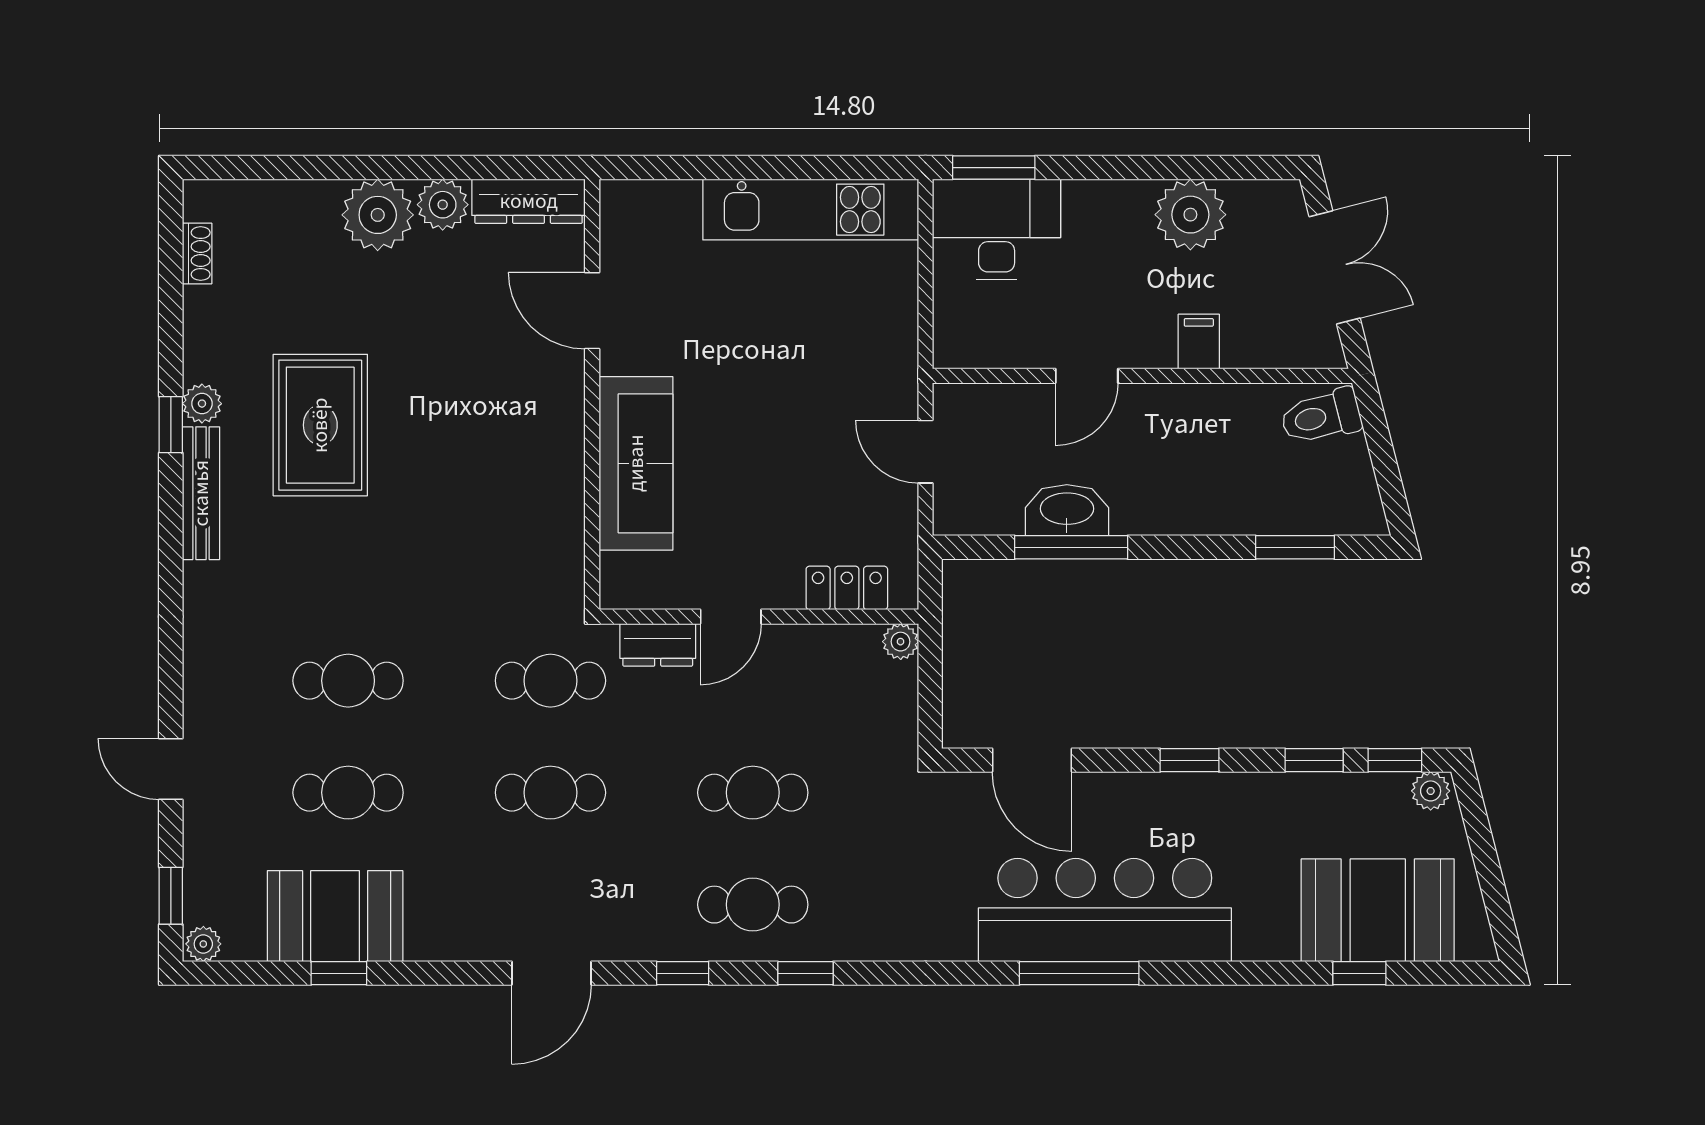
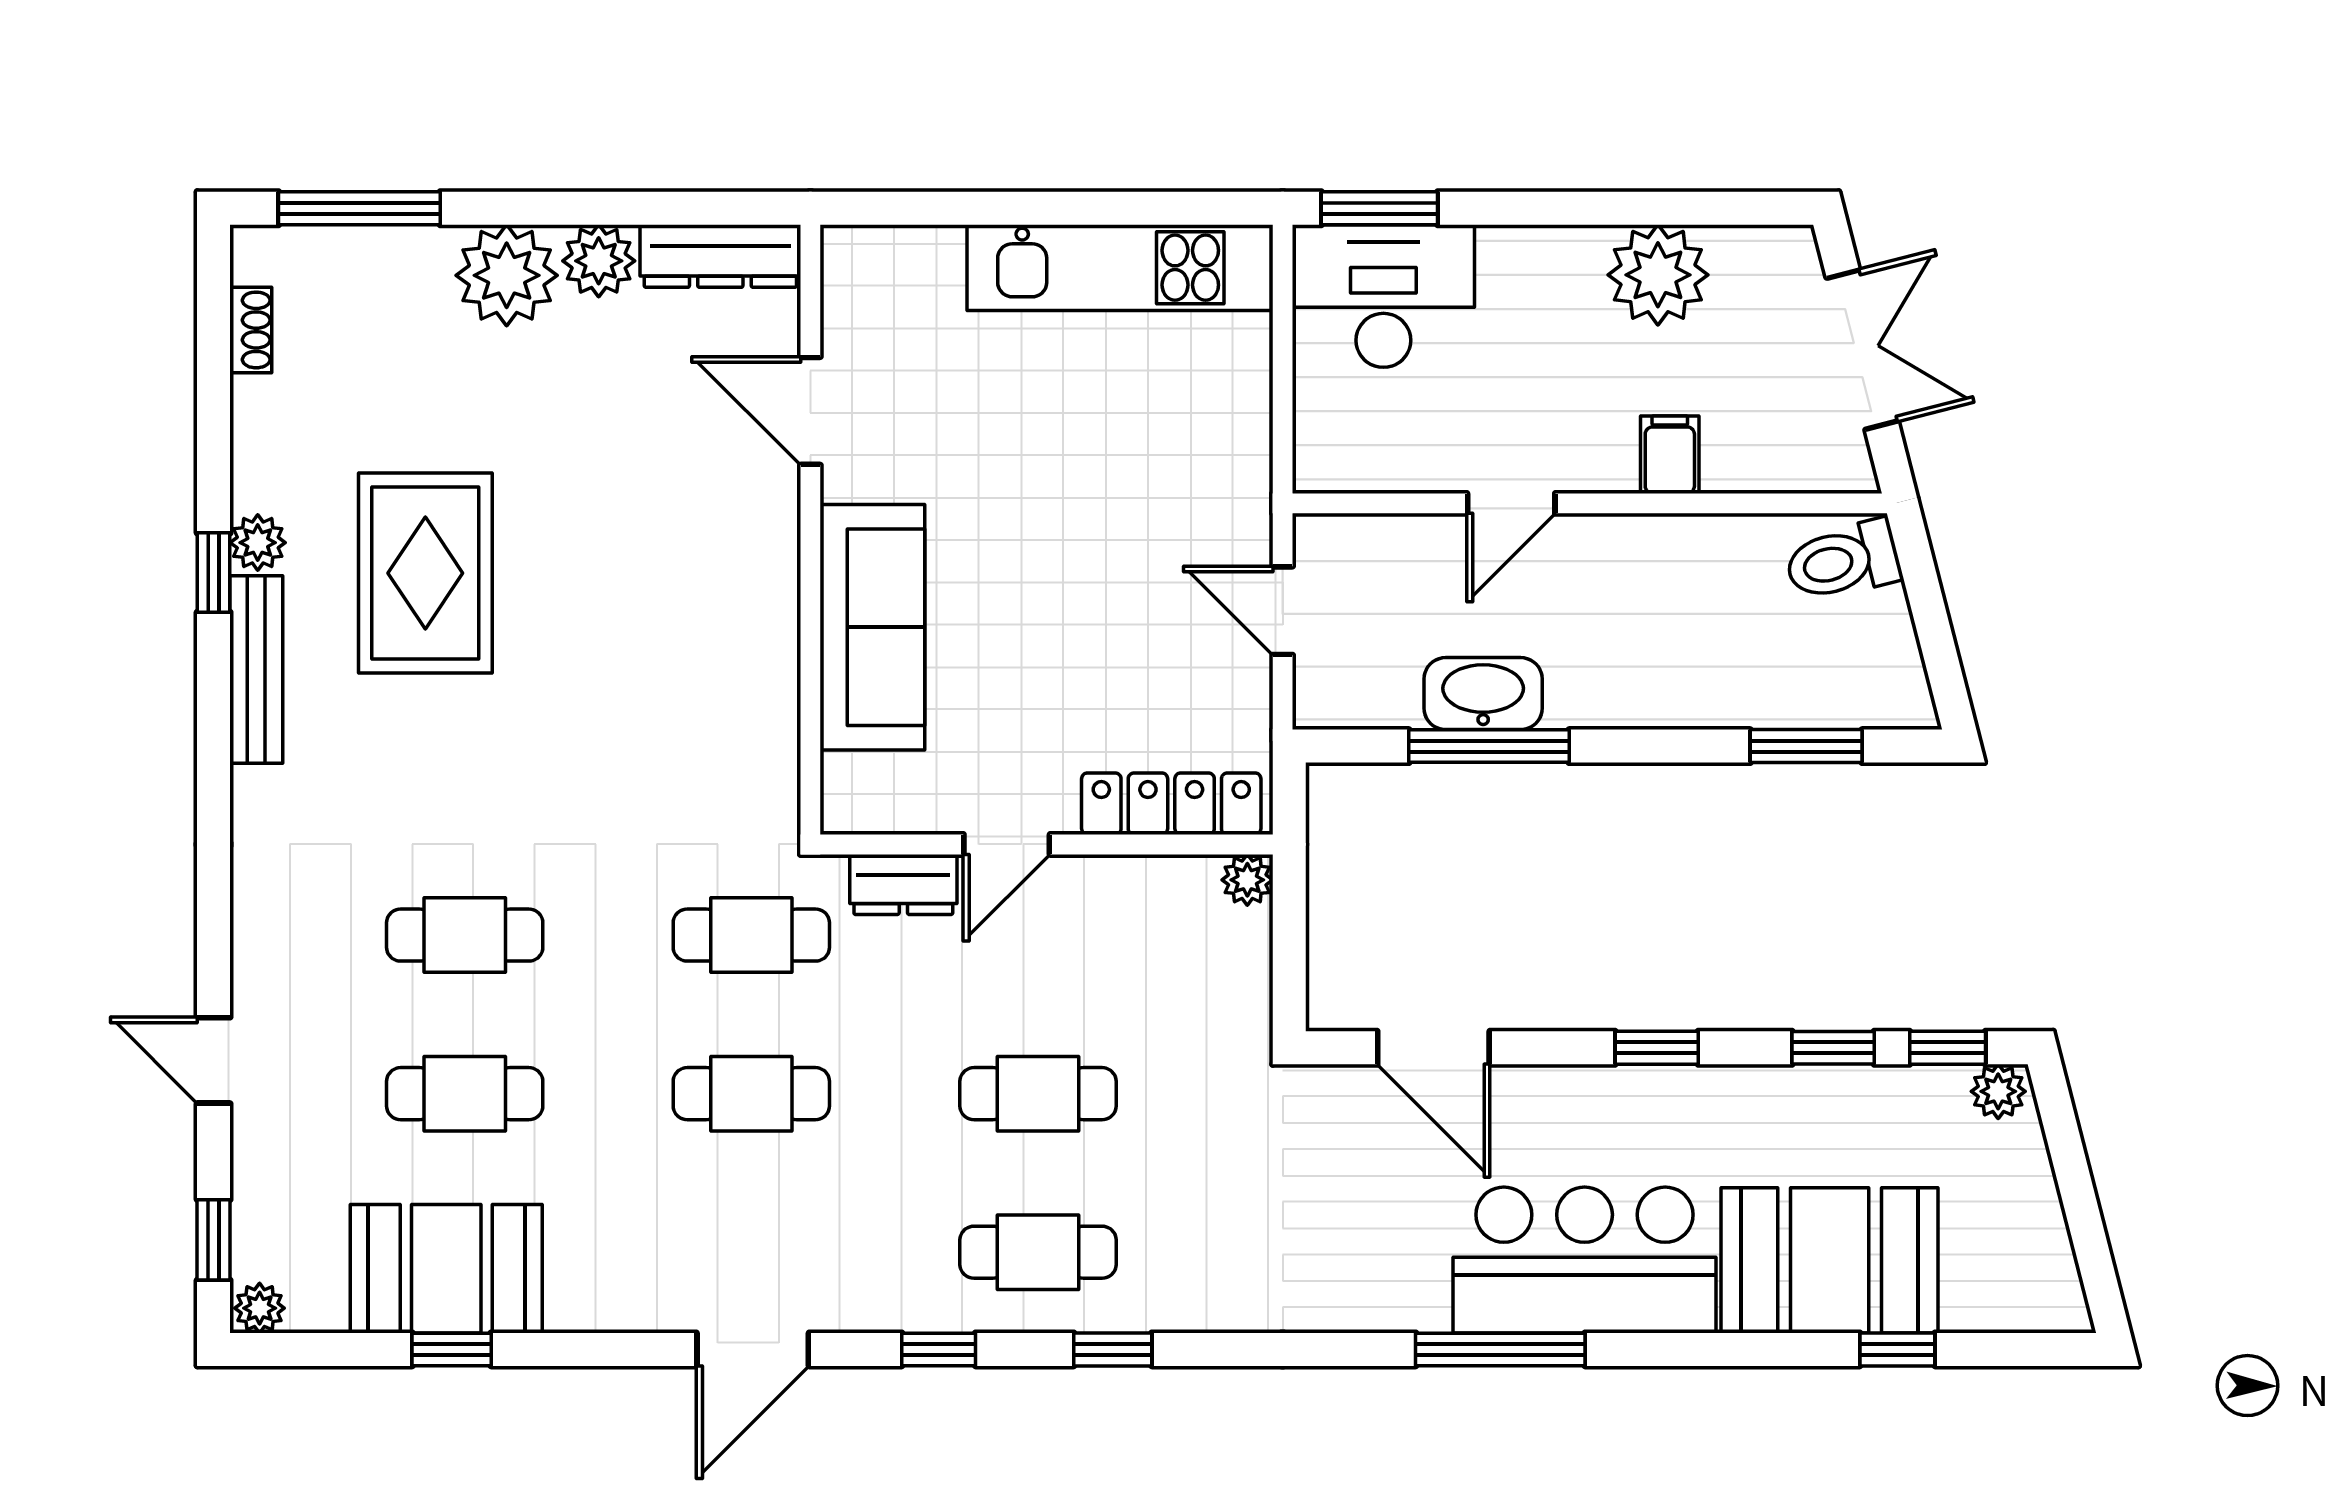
window: (274, 168) -> (359, 208), added
locker: (847, 588) -> (1171, 804), width x1.53
bar counter: (1105, 910) -> (1585, 1260), width x0.73
booth: (1378, 910) -> (1830, 1260), moved

